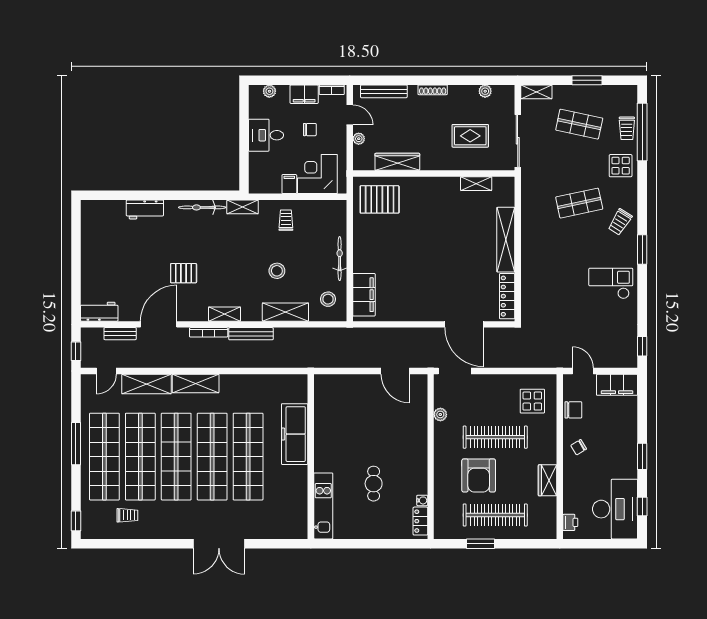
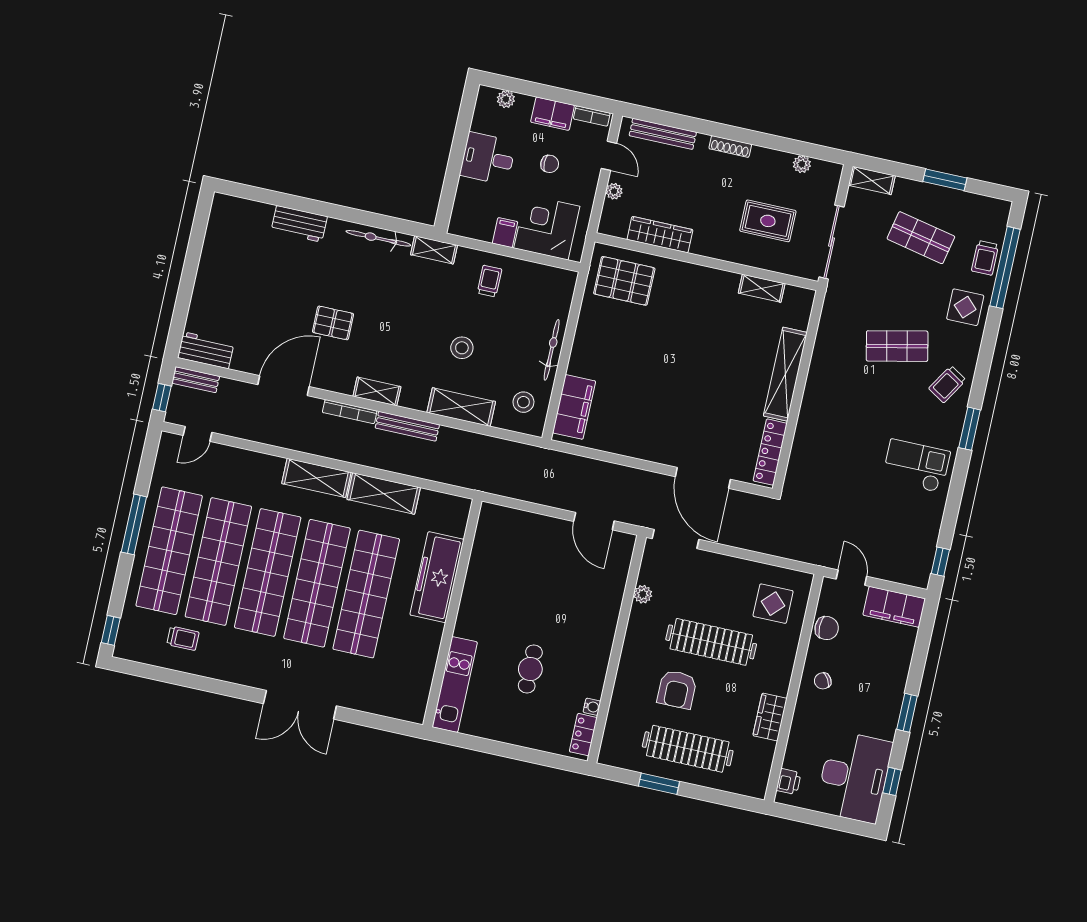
bench: (120, 334) -> (196, 380), moved
shelving: (147, 384) -> (384, 493), moved
armchair: (479, 475) -> (677, 690), width x0.73, depth x0.73

